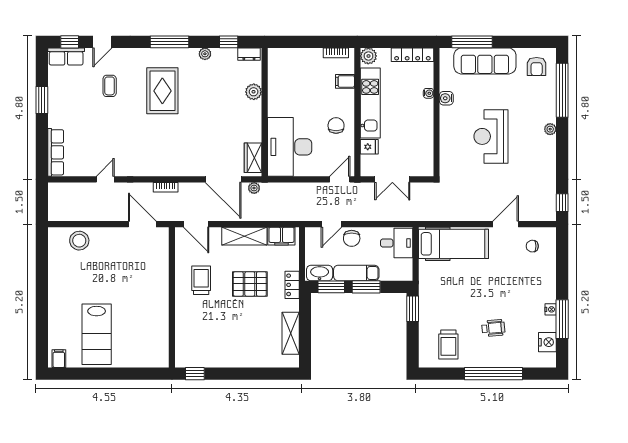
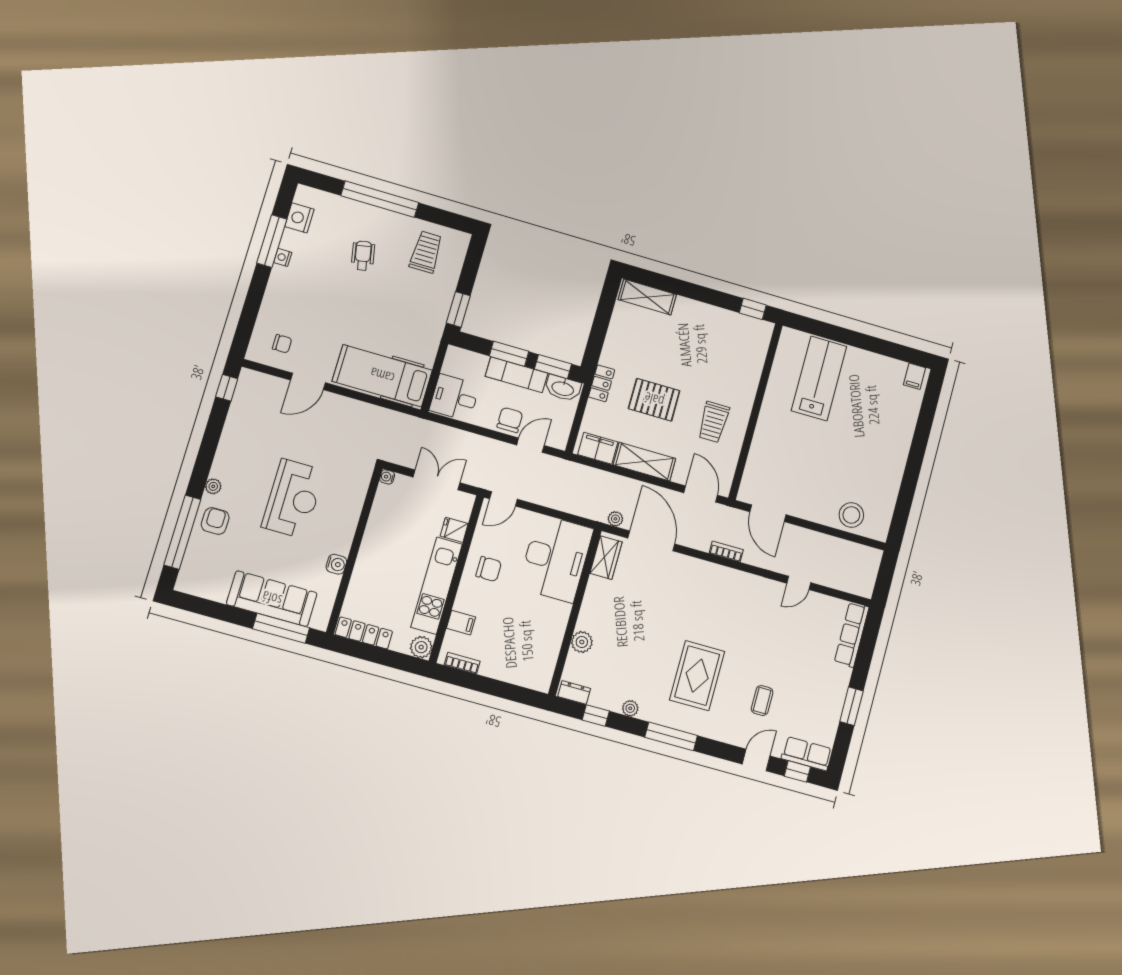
armchair: (537, 67) -> (215, 521), moved
water cooler: (428, 93) -> (387, 477), moved
chair: (336, 126) -> (489, 569), turned -90
wheelchair: (493, 328) -> (363, 256), turned 84
shelving: (291, 333) -> (647, 297), moved, turned 90
lab bench: (97, 334) -> (819, 378), moved

